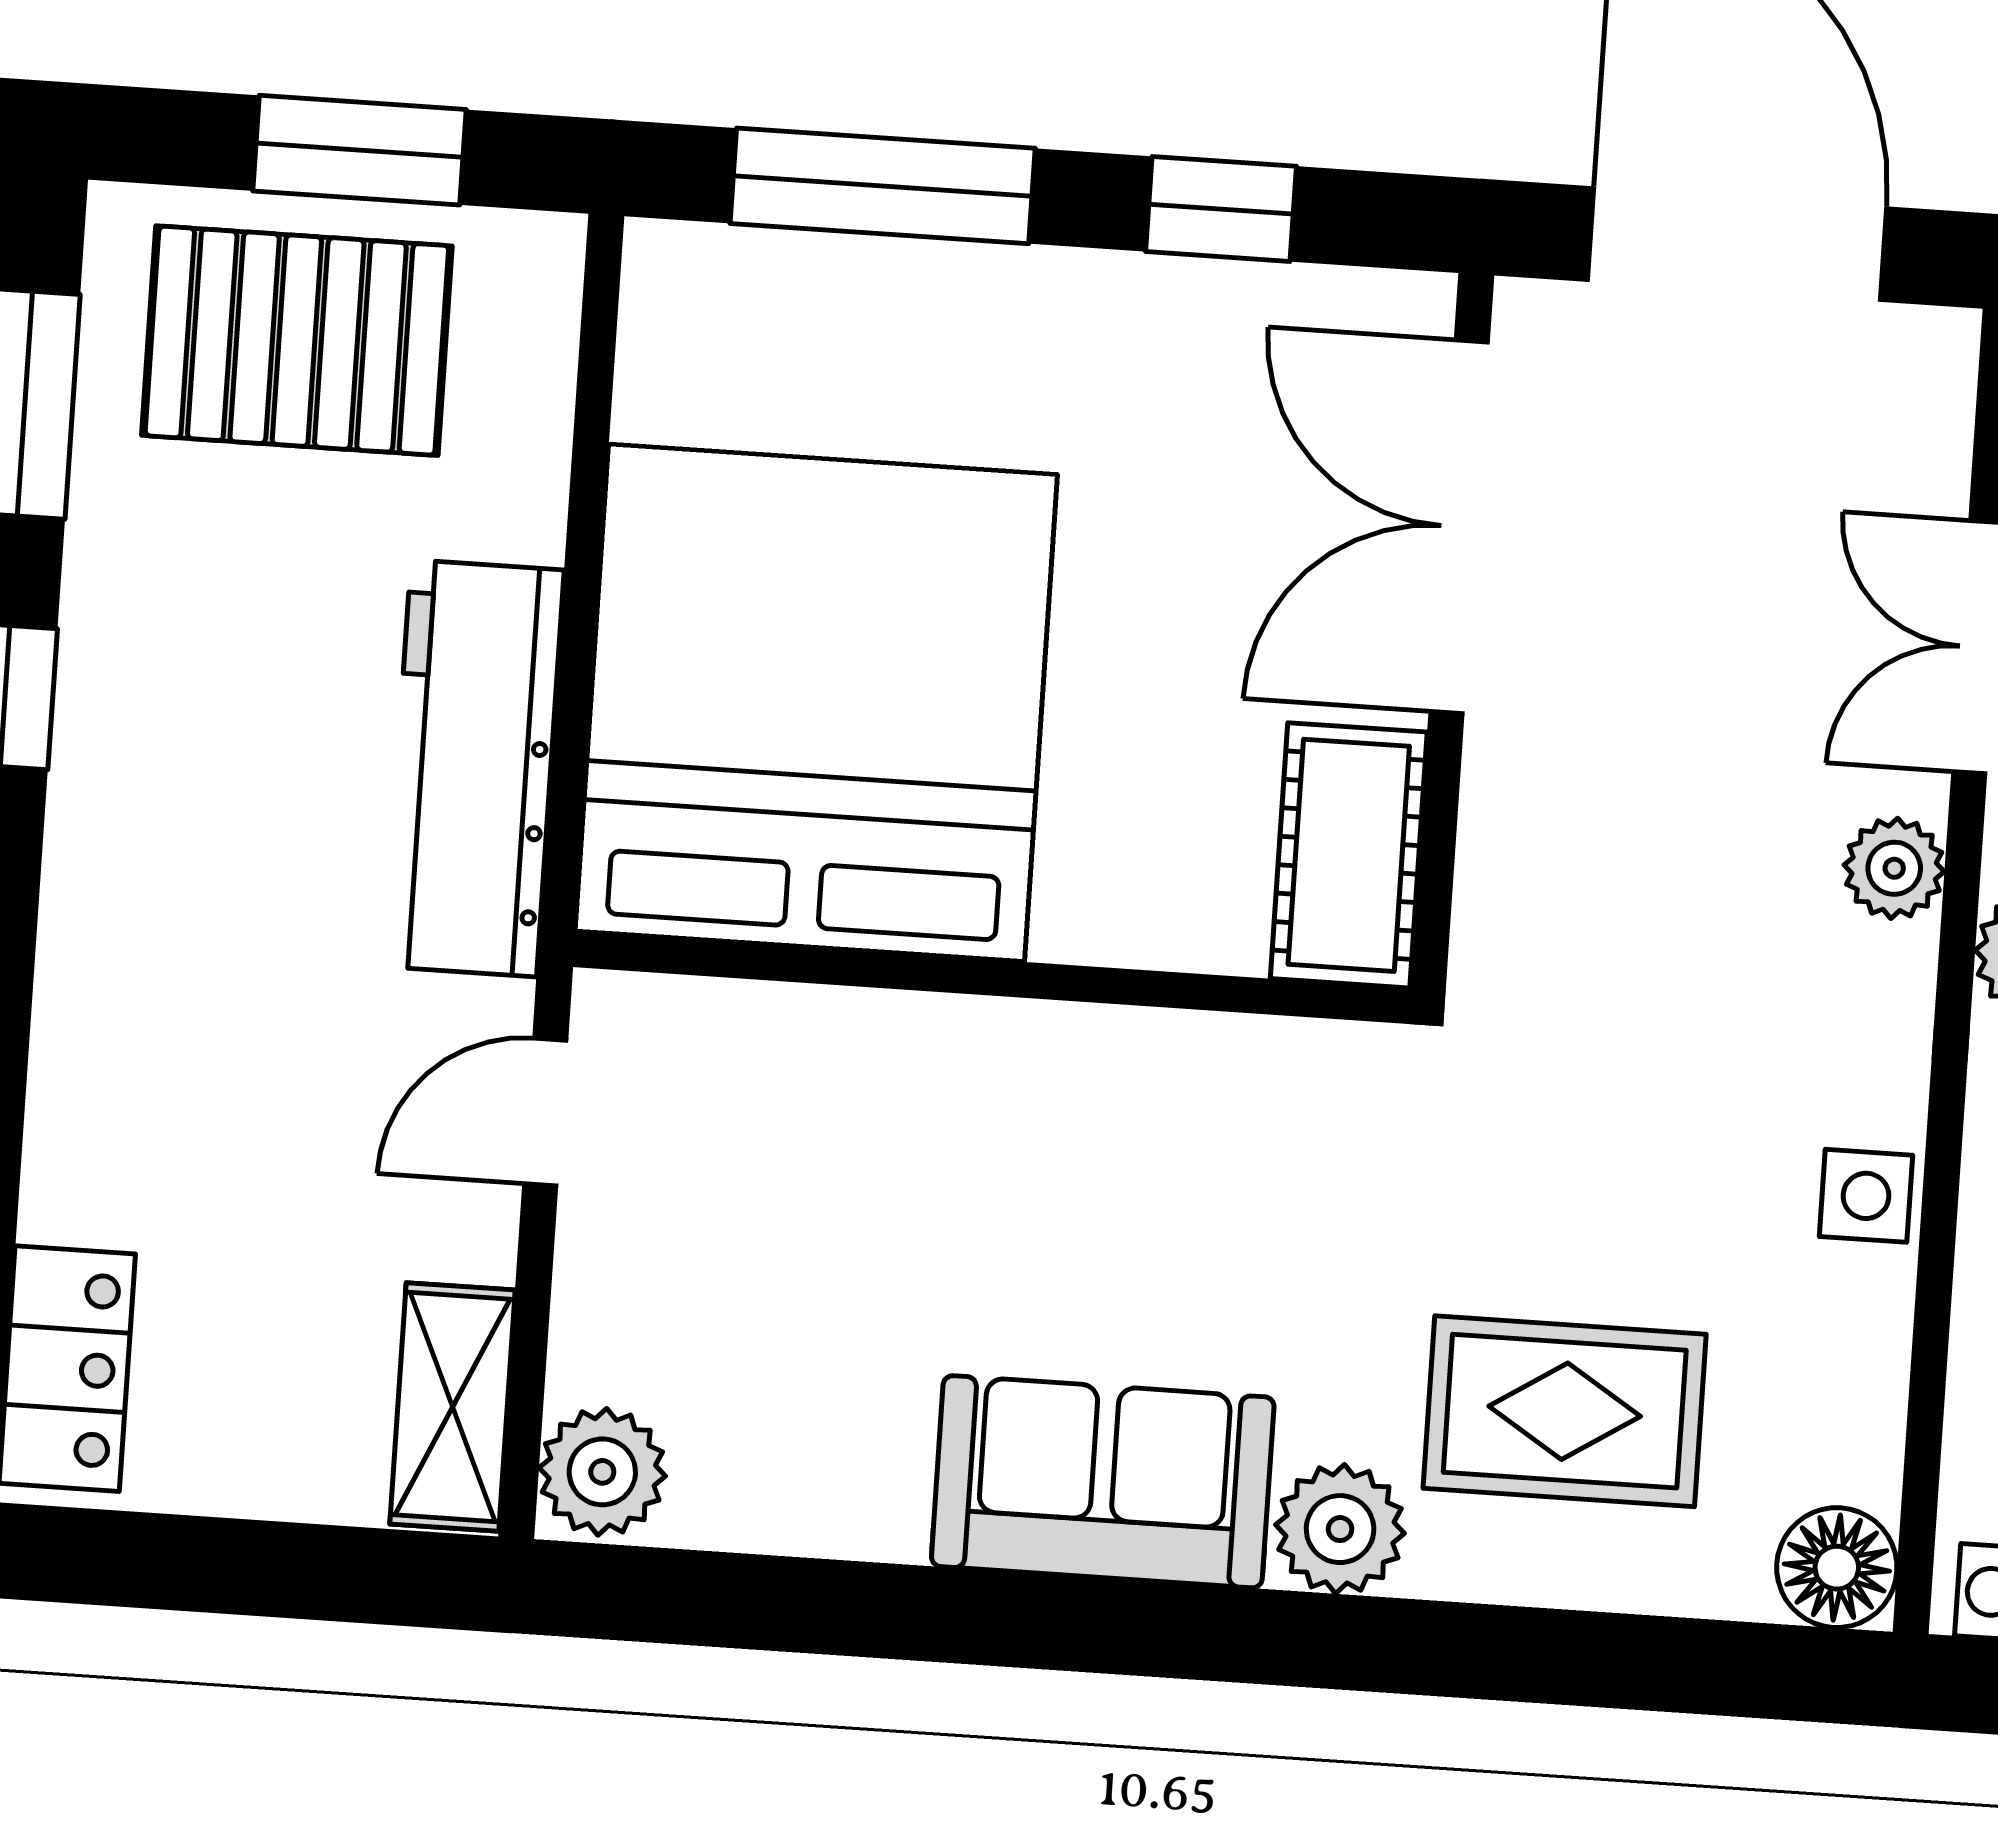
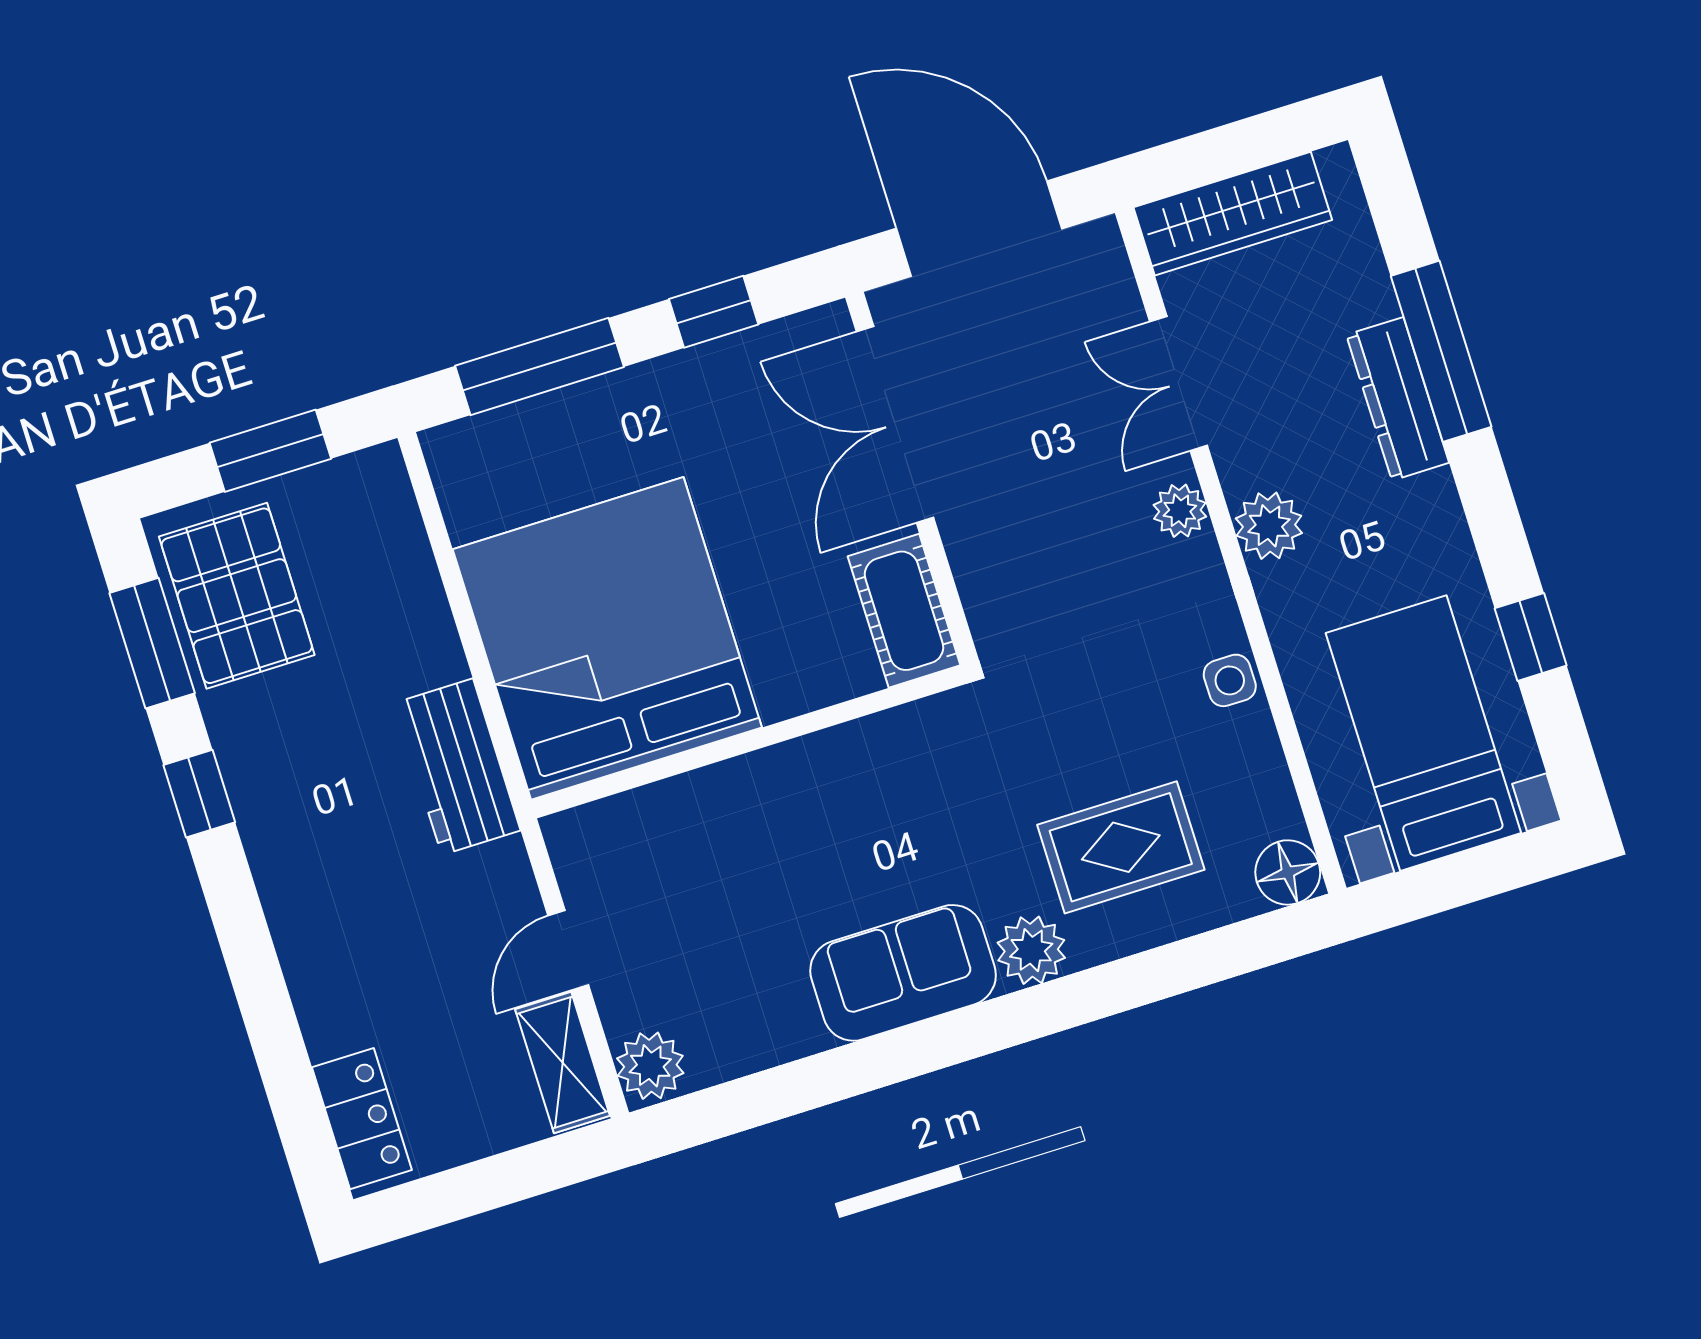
pallet: (297, 341) -> (237, 596), moved, turned 90
workbench: (474, 768) -> (457, 767), width x0.73
door: (545, 1112) -> (568, 950), moved

